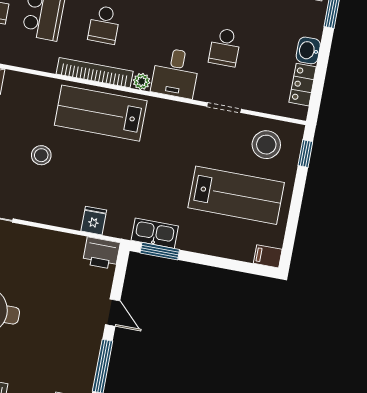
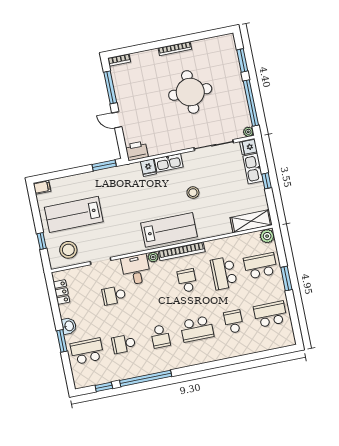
school desk: (225, 47) -> (114, 295), turned -90
washbasin: (308, 50) -> (69, 326), moved
window: (305, 154) -> (42, 241), moved
kitchen sink: (155, 233) -> (169, 163), moved

